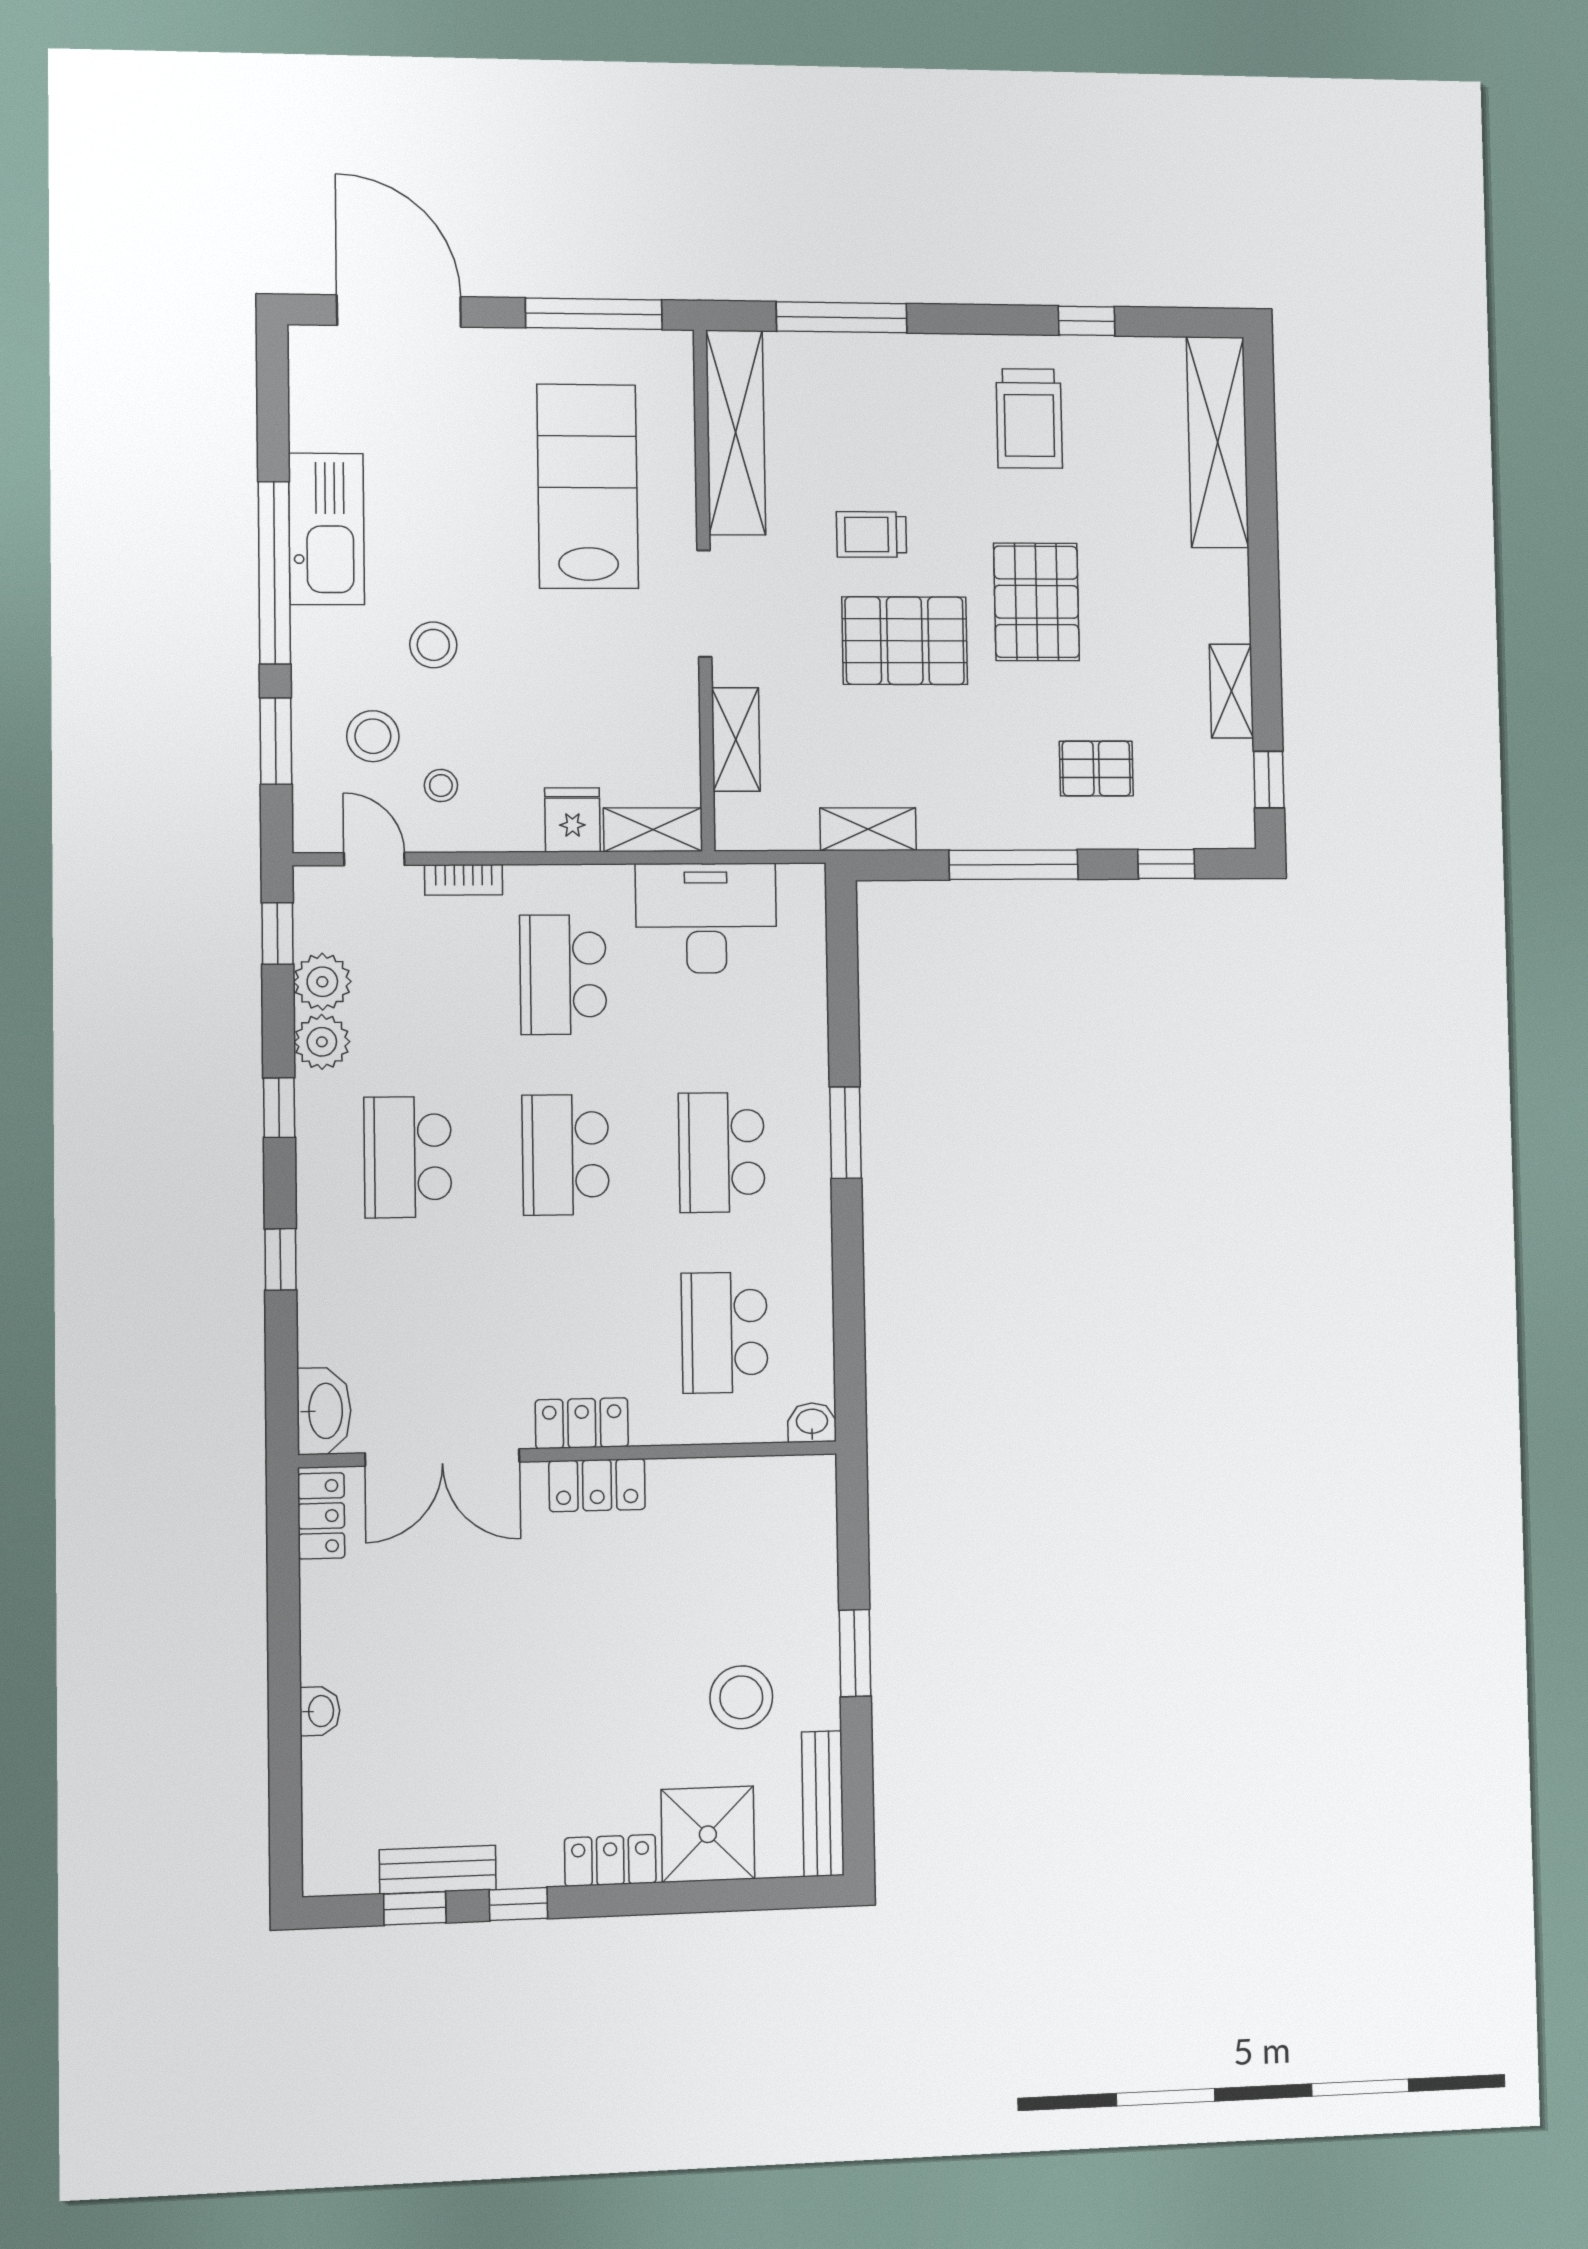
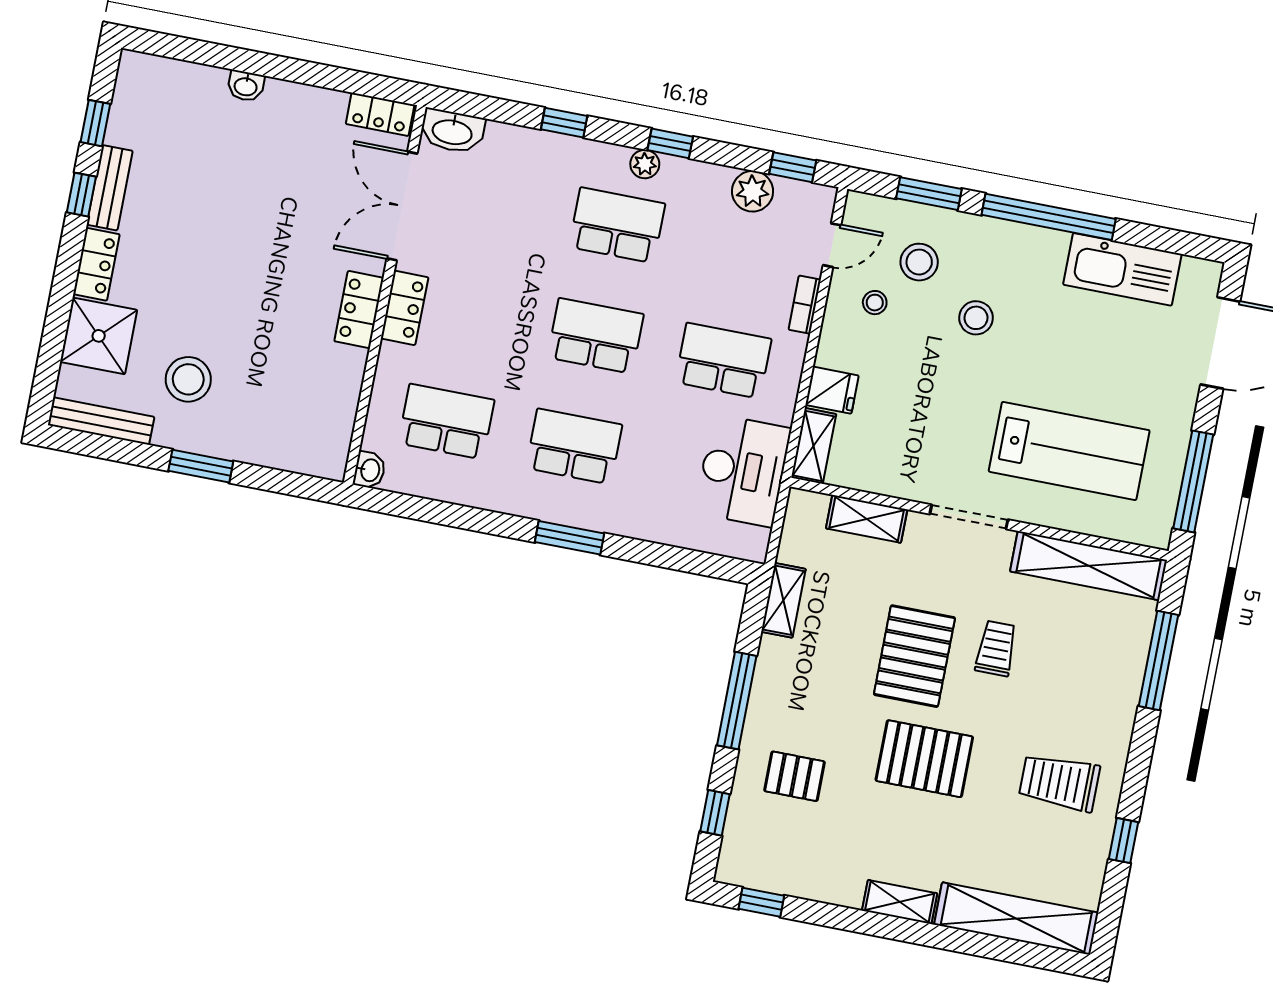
kitchen sink: (326, 529) -> (1122, 269), moved
shelving: (1231, 691) -> (900, 902), moved
pallet: (1096, 768) -> (794, 776), turned 90
plant: (322, 1042) -> (645, 164), moved, width x0.73, depth x0.73
bench: (438, 1870) -> (110, 188), moved

